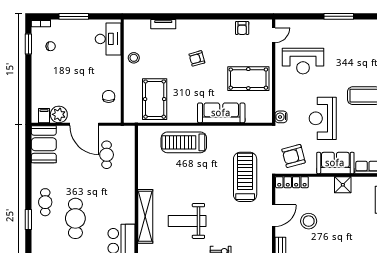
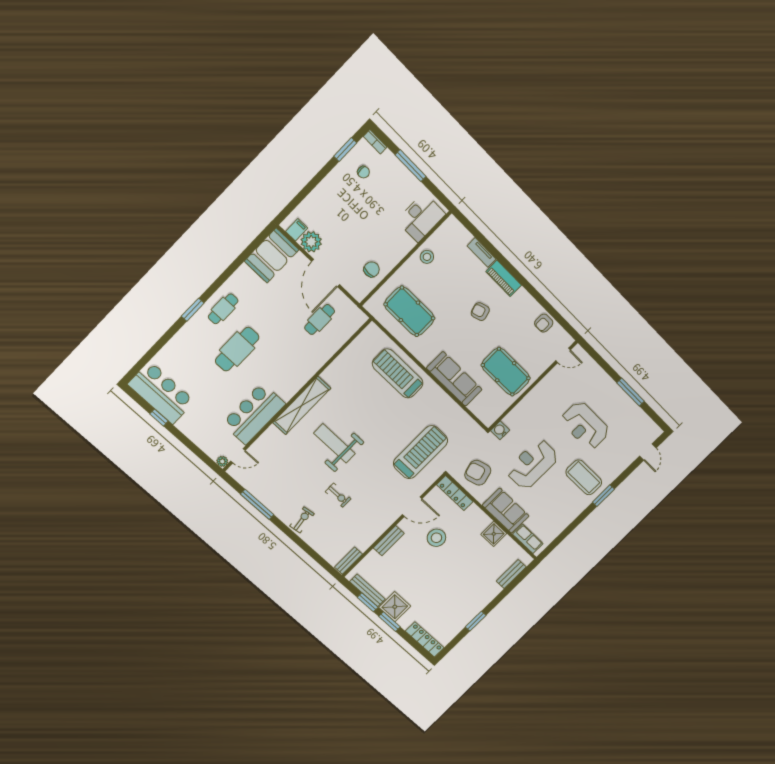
piano: (191, 26) -> (504, 278), added
reception desk: (303, 61) -> (585, 425), moved
pool table: (155, 99) -> (409, 311), turned 90

